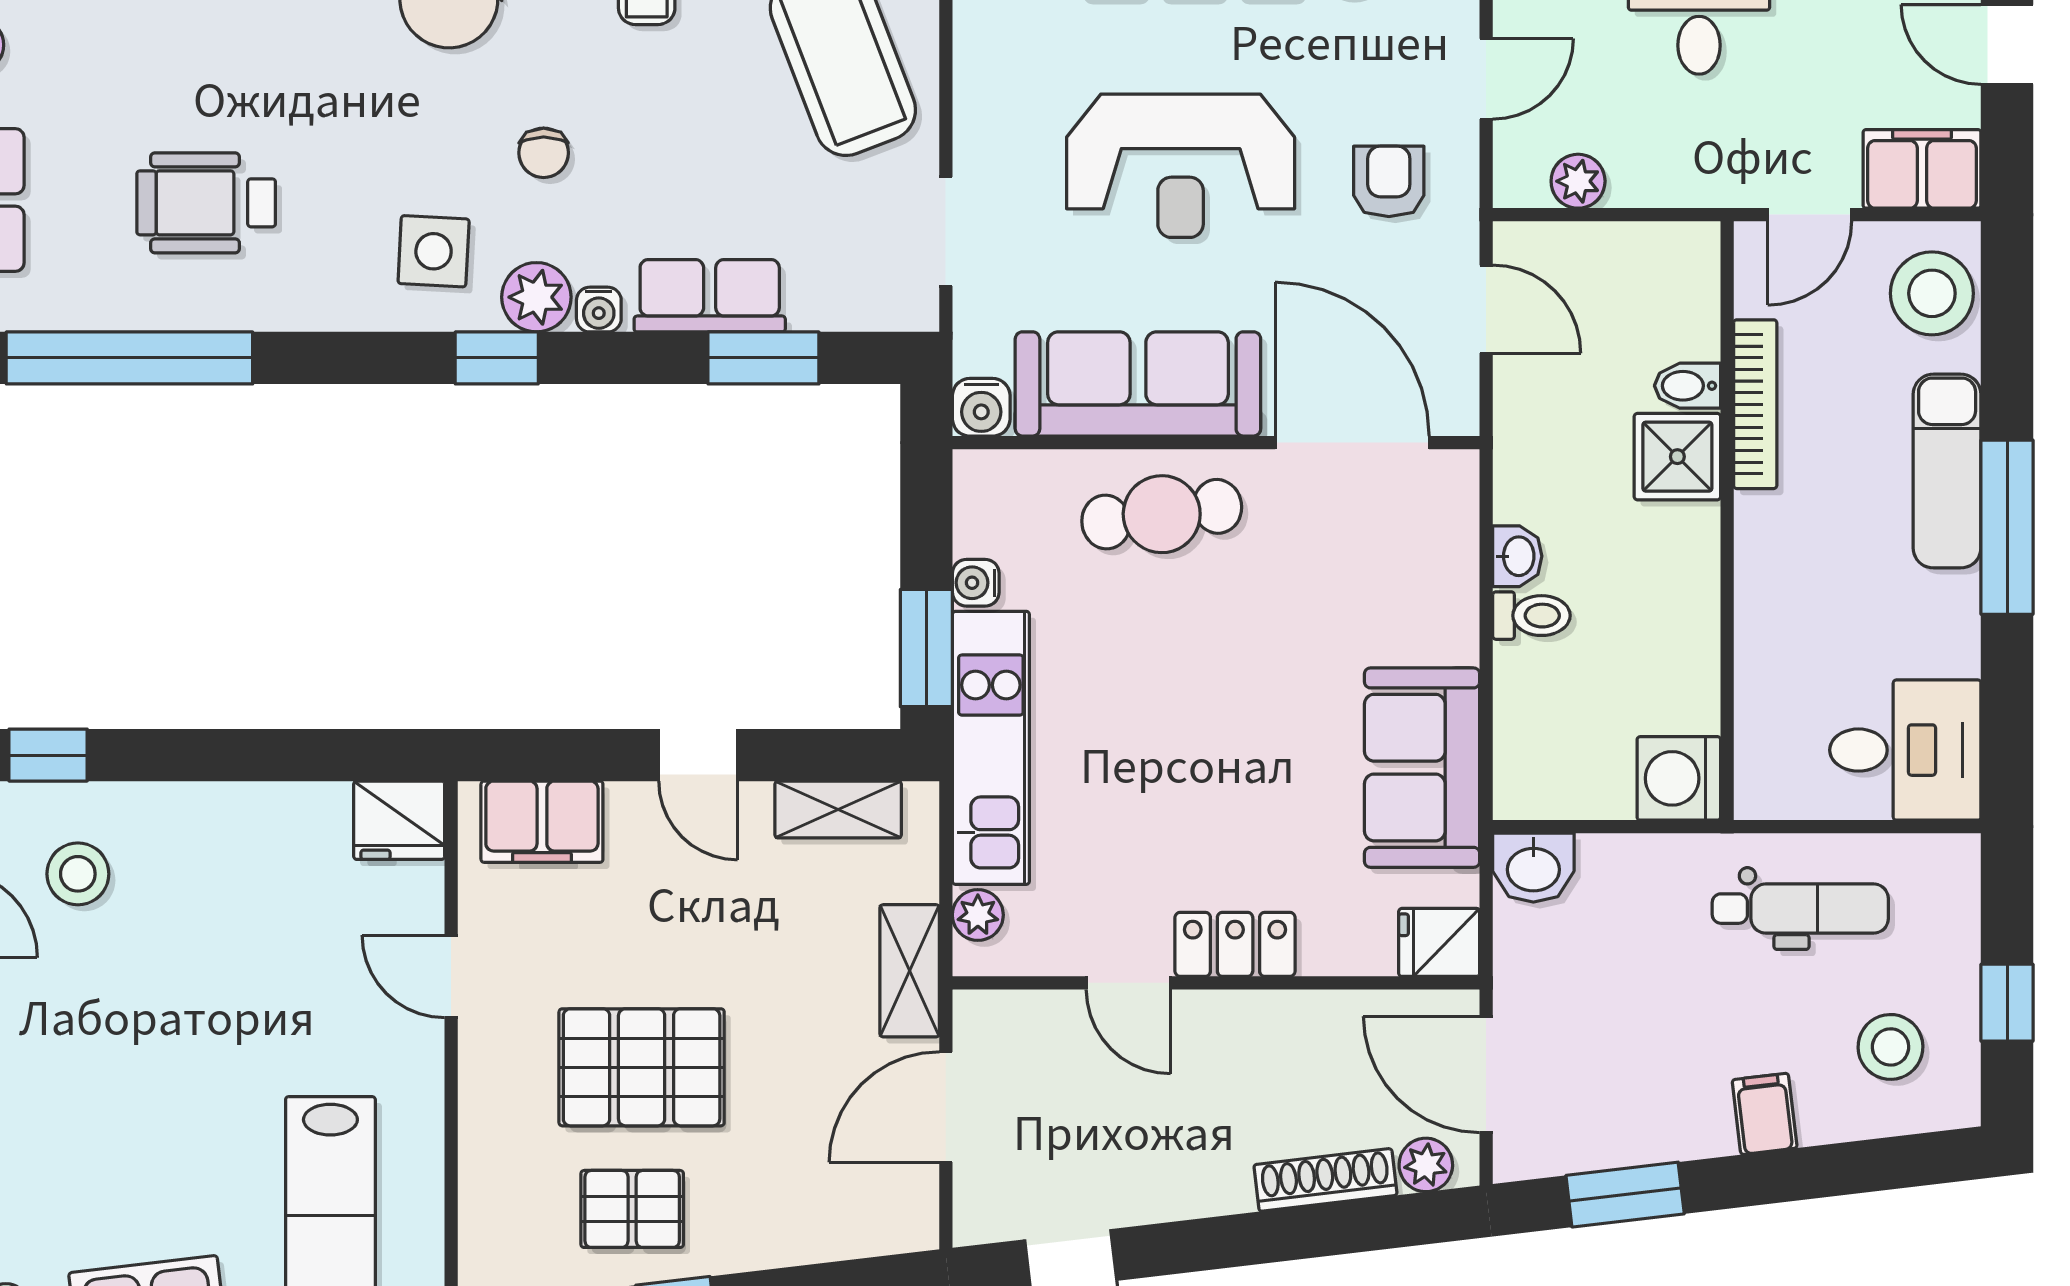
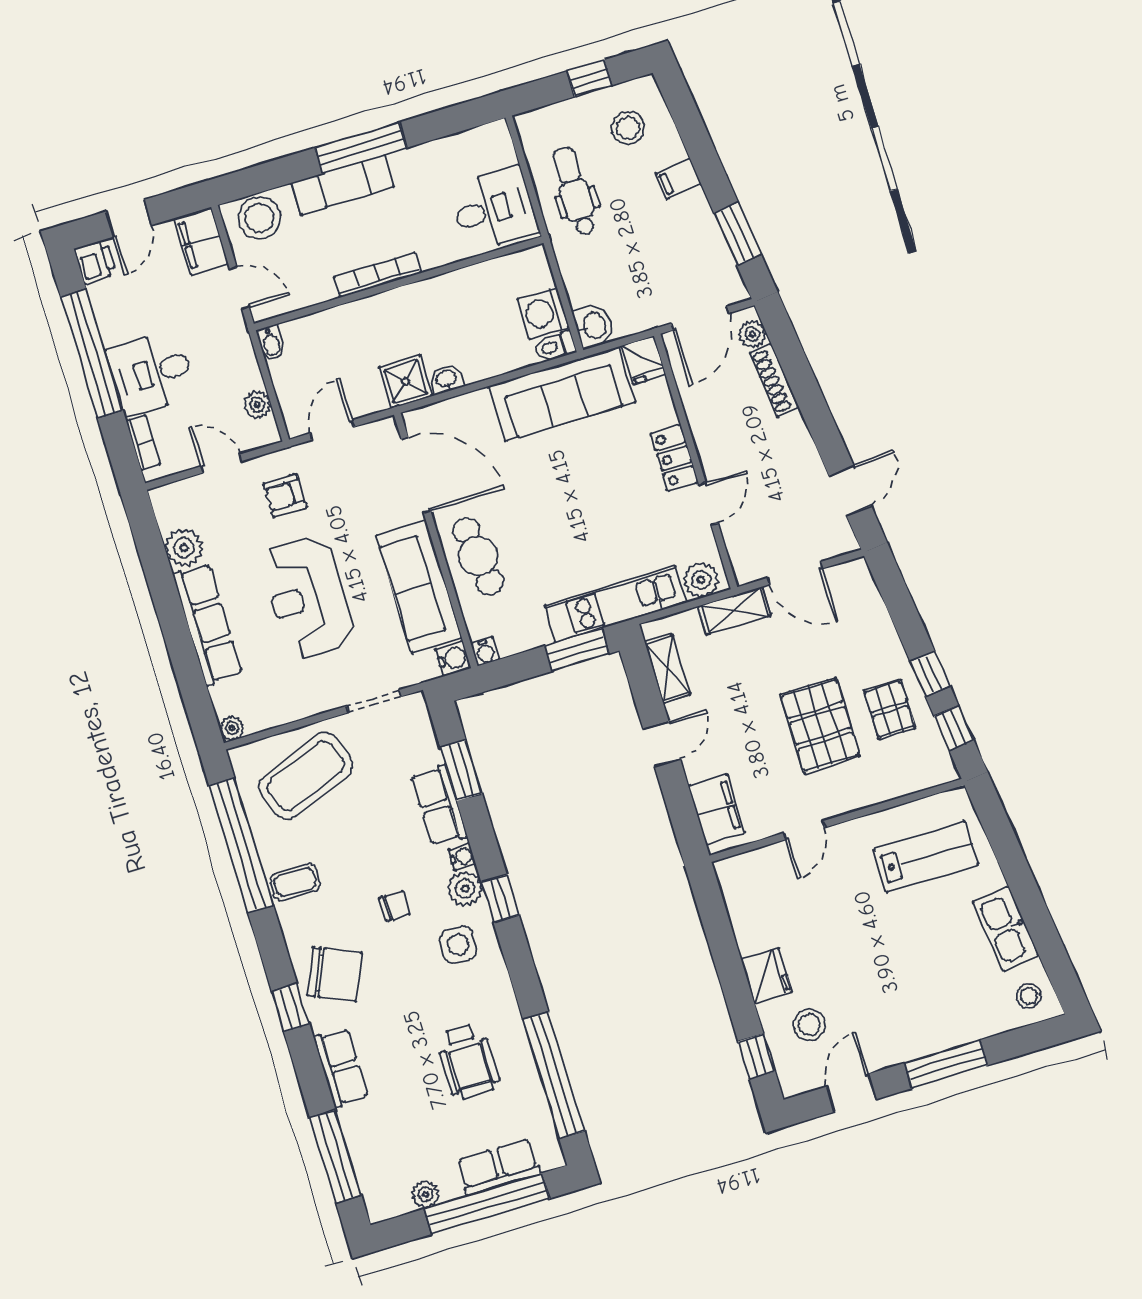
reception desk: (1181, 166) -> (308, 598), turned 180
bidet: (1688, 386) -> (271, 343), moved
bookcase: (1755, 404) -> (378, 275), moved
door: (1352, 443) -> (416, 475), swing flipped
shower: (1677, 457) -> (406, 382), moved
water cooler: (976, 583) -> (485, 652), moved
toilet: (1531, 616) -> (555, 346), moved, turned -90
desk: (1905, 750) -> (494, 209), moved, turned 90
sofa: (1422, 768) -> (562, 394), width x1.36
washing machine: (1679, 778) -> (543, 313), moved, turned 90
fridge: (399, 820) -> (766, 976), moved
plant: (978, 915) -> (701, 580), width x1.38, depth x1.38

